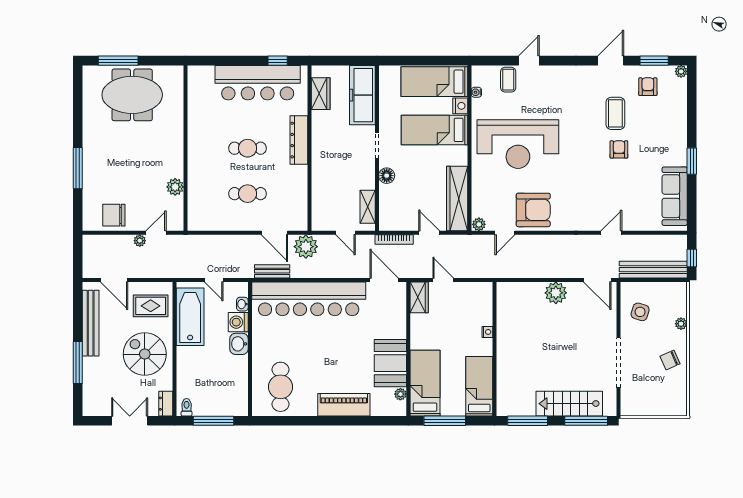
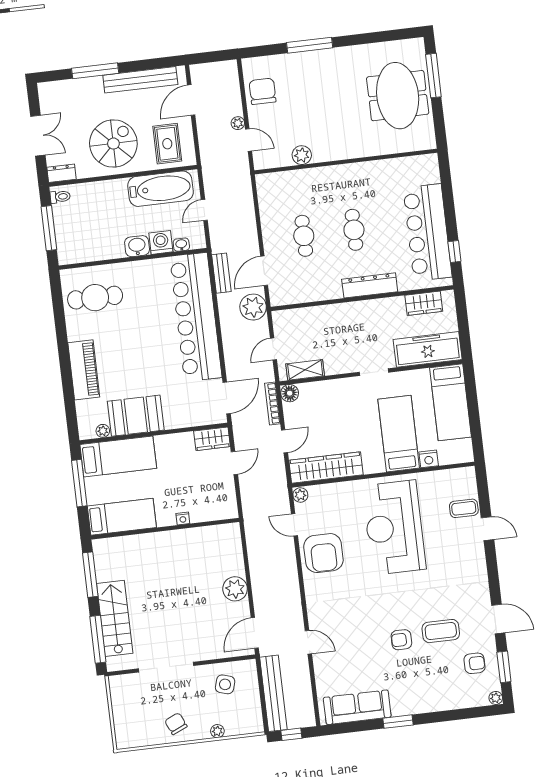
bed: (434, 82) -> (450, 402), moved, turned 180
water cooler: (476, 92) -> (446, 475), removed
armchair: (619, 149) -> (401, 640), turned 180
floor lamp: (387, 176) -> (290, 393), moved

